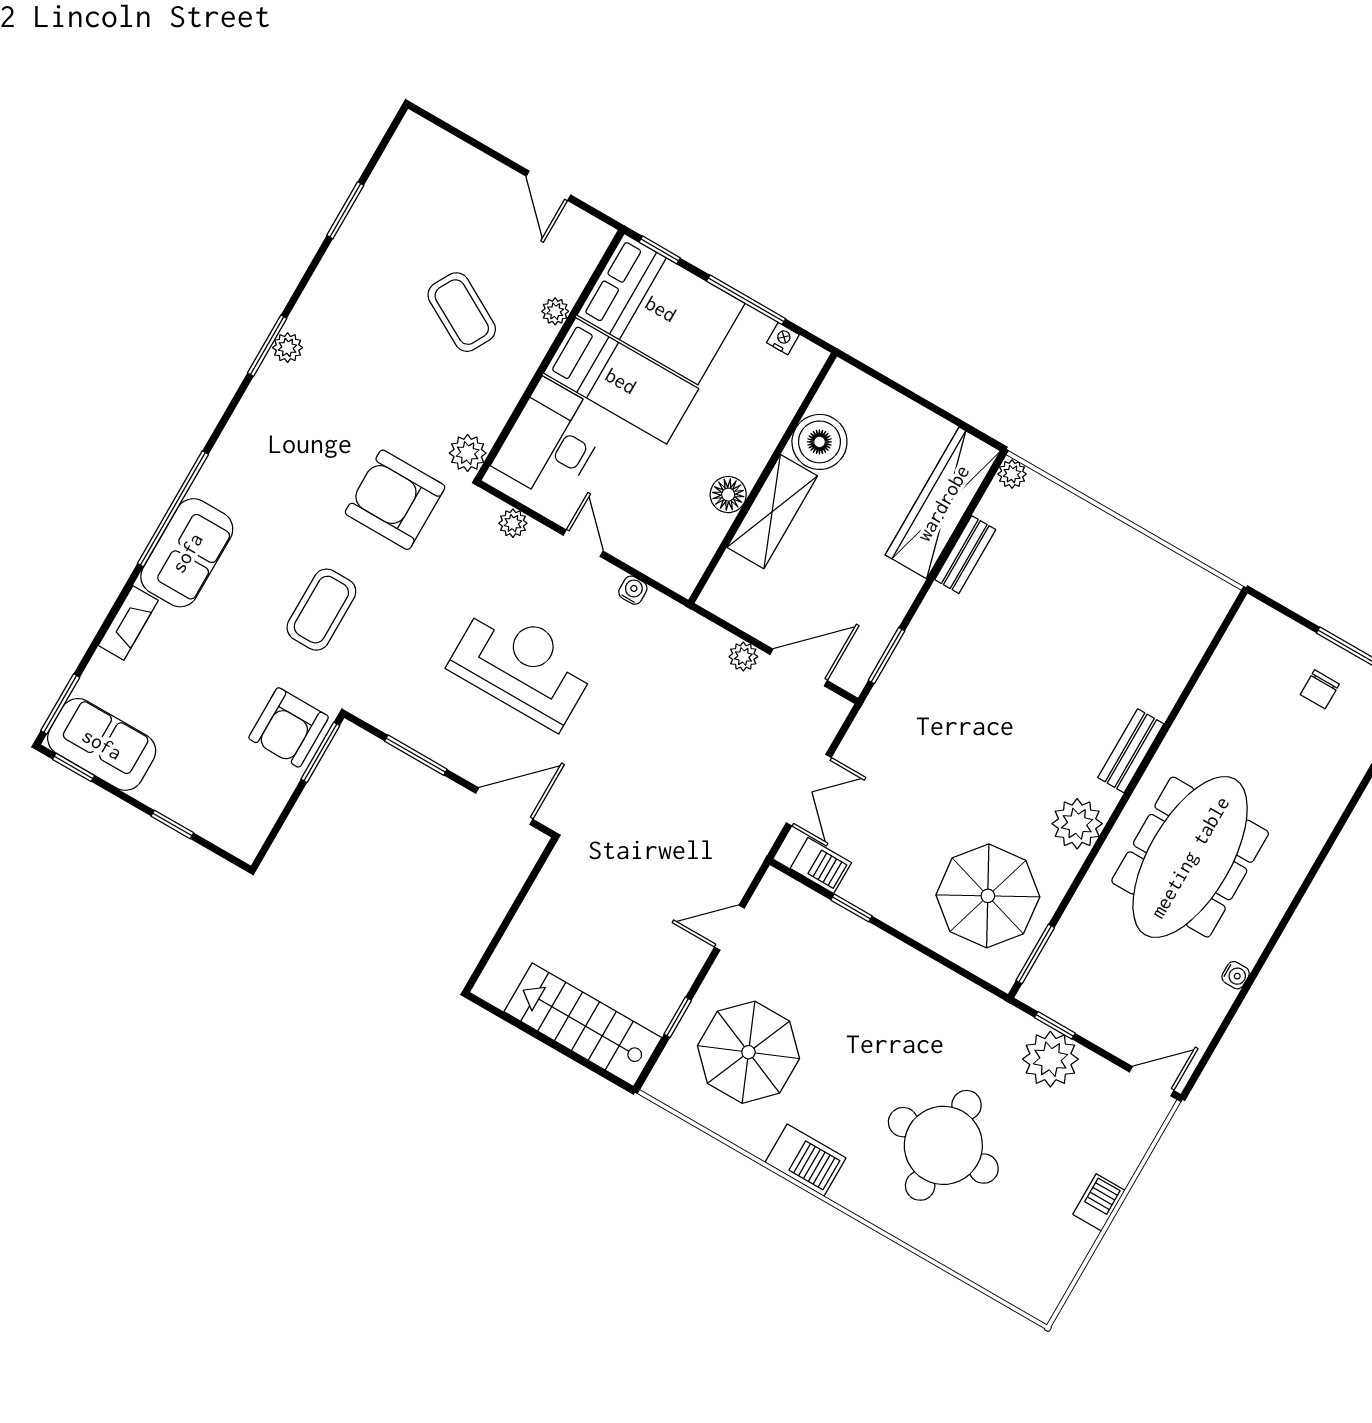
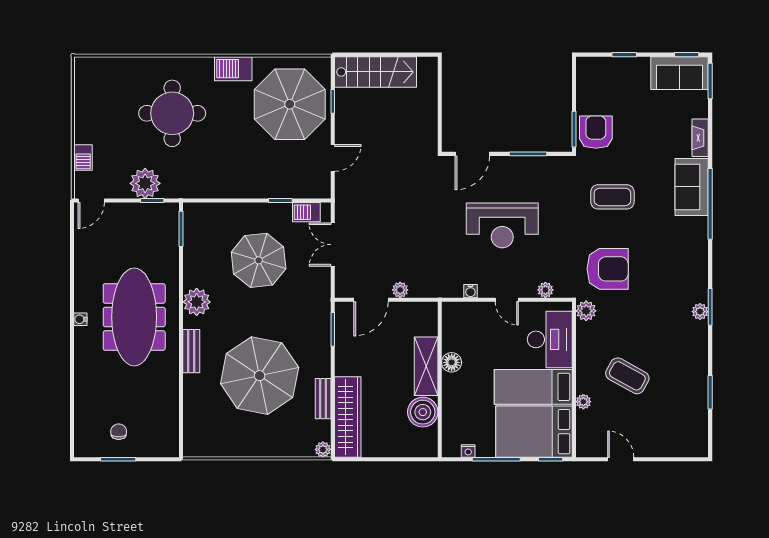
coffee table: (321, 610) -> (612, 197), turned 90
parasol: (1045, 649) -> (260, 376), added
parasol: (988, 896) -> (259, 260), moved
water cooler: (1236, 975) -> (80, 319), moved
parasol: (748, 1052) -> (290, 104), width x1.36, depth x1.36
barbecue: (1099, 1202) -> (83, 158), moved

